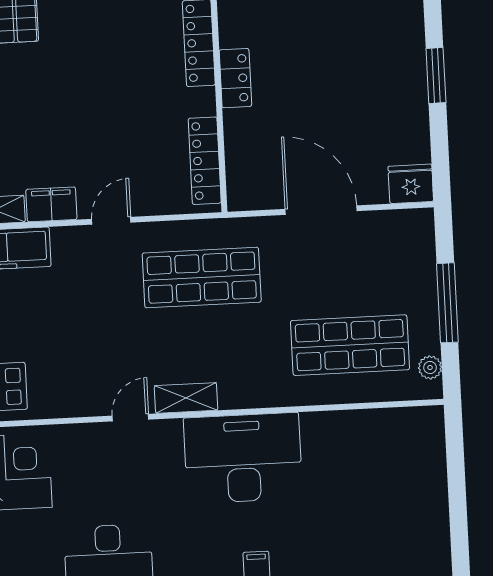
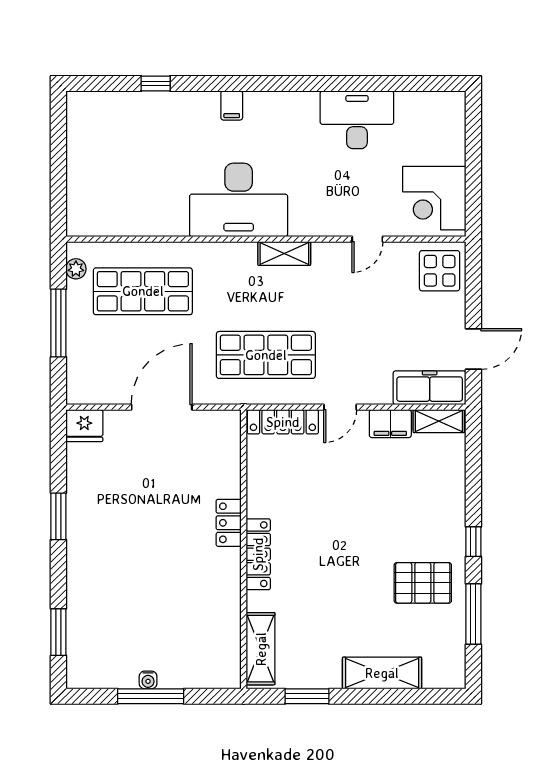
locker: (205, 161) -> (283, 422), moved, turned 90
door: (321, 210) -> (162, 407), swing flipped
door: (130, 418) -> (367, 239), moved

